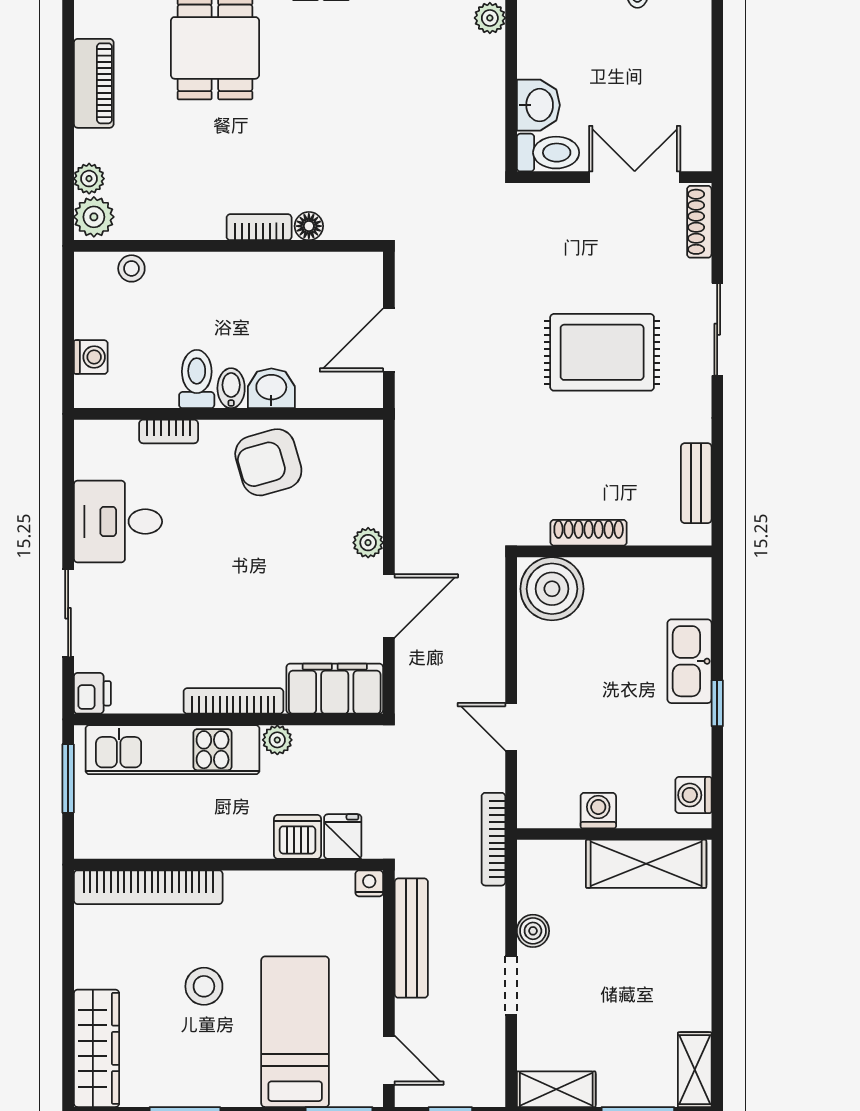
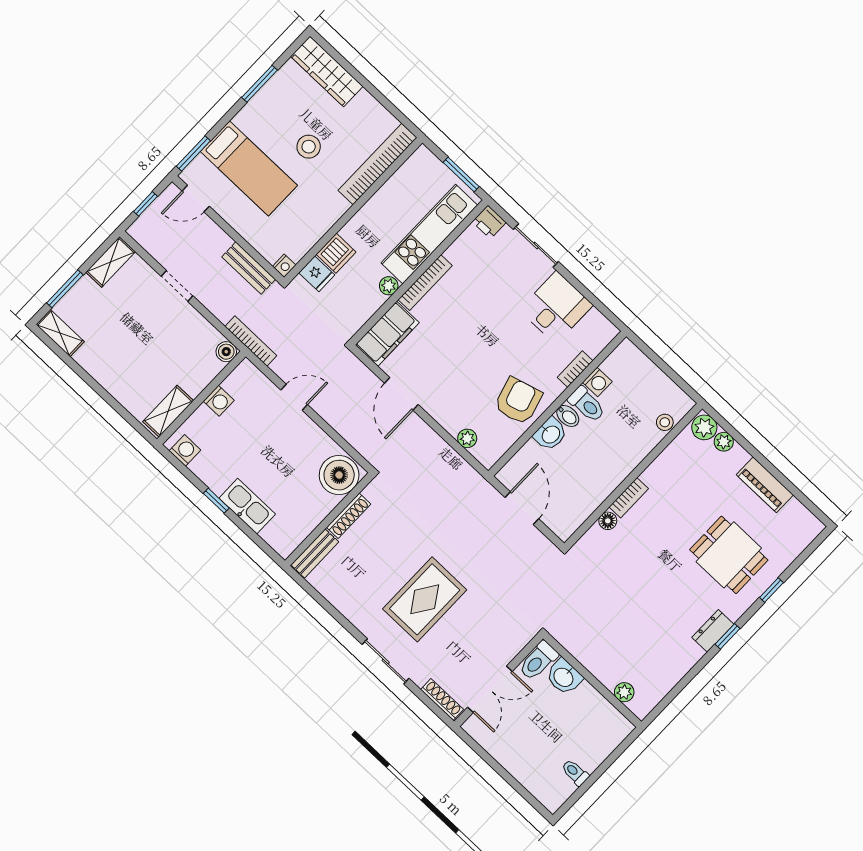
washing machine: (91, 357) -> (597, 382), moved, turned -90
bench: (696, 483) -> (315, 553), moved, turned 90
plant: (368, 543) -> (467, 438), moved
shelving: (646, 864) -> (168, 411), width x0.67, depth x0.75
boiler: (533, 931) -> (226, 352), moved
bench: (411, 938) -> (249, 268), width x0.73

